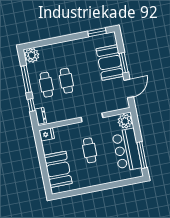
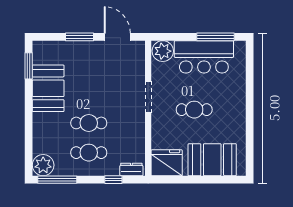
booth: (110, 62) -> (48, 88), moved, turned 90
window: (26, 79) -> (57, 180), moved
fridge: (47, 134) -> (167, 163), width x1.88, depth x1.34

